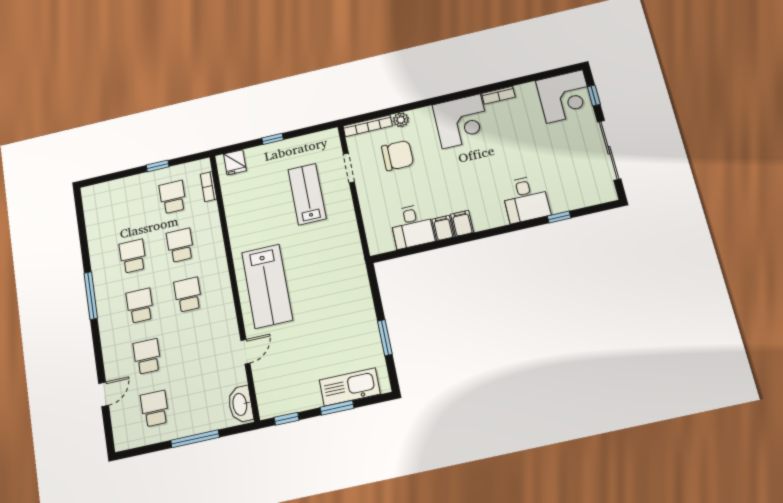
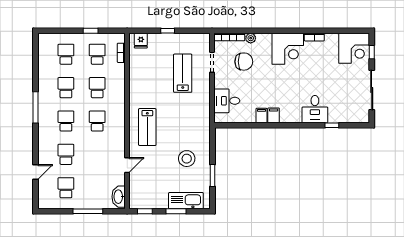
school desk: (126, 208) -> (66, 54), added
desk: (412, 226) -> (227, 101), moved, turned 90
lab bench: (267, 286) -> (147, 127), width x0.73, depth x0.72
stool: (338, 320) -> (187, 159), added

